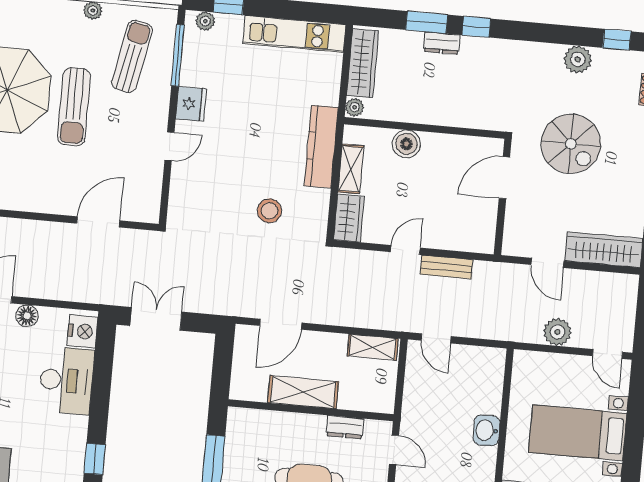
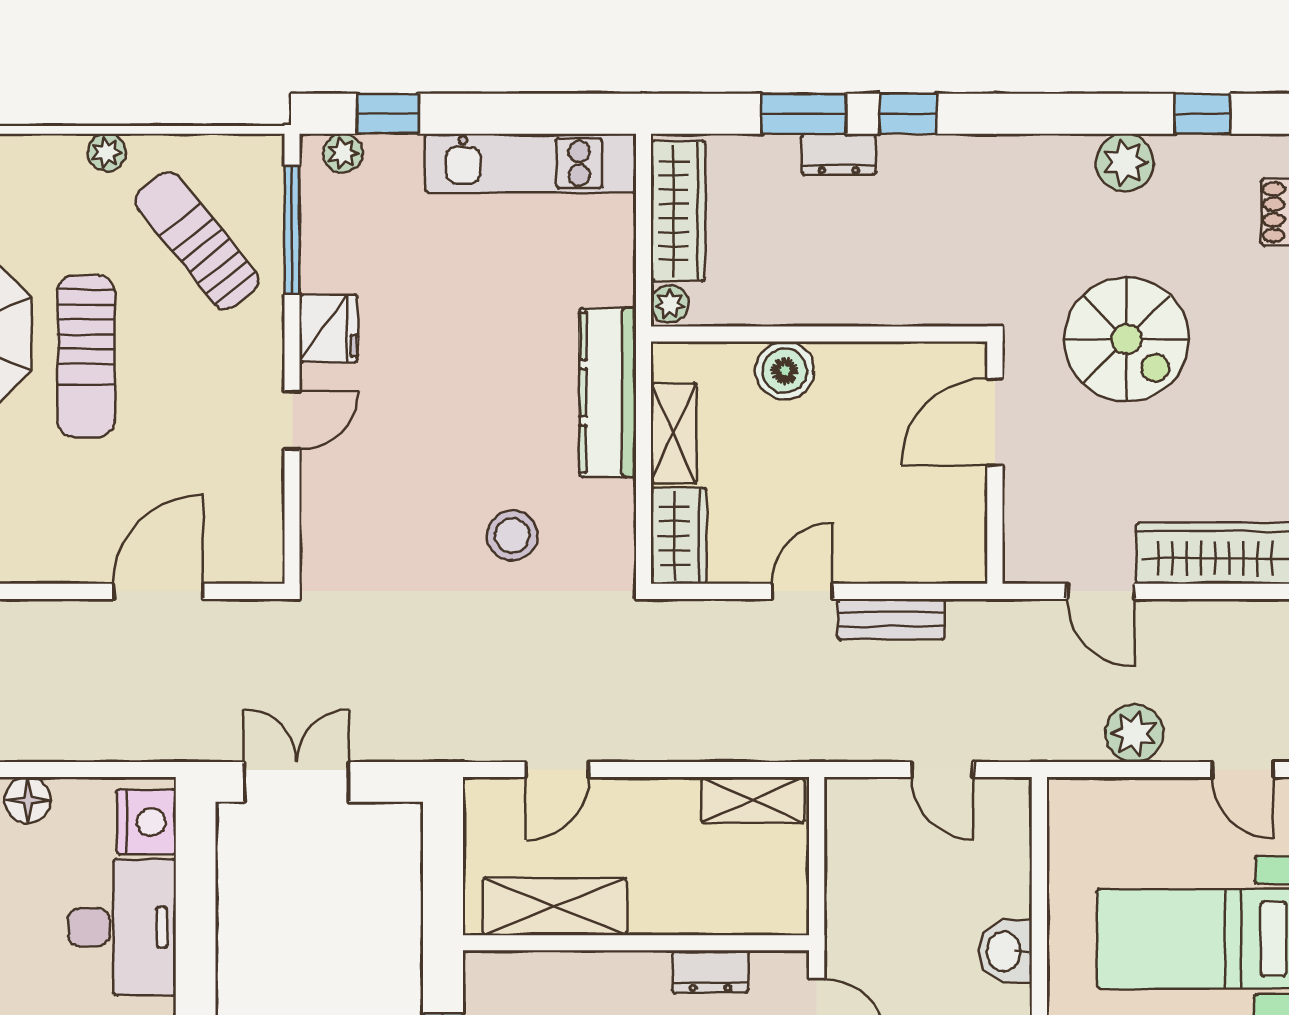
sun lounger: (132, 56) -> (197, 241), turned -50
door: (281, 324) -> (557, 770), width x0.73
door: (436, 338) -> (942, 770), moved
shelving: (303, 392) -> (555, 907), moved

